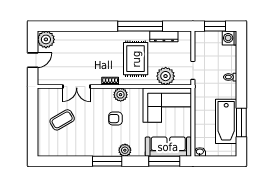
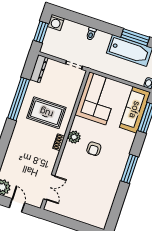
dresser: (164, 36) -> (39, 69), moved
plant: (166, 76) -> (71, 91), removed
double door: (77, 86) -> (49, 187), moved
coffee table: (62, 120) -> (79, 197), removed
plant: (125, 150) -> (125, 150), removed

